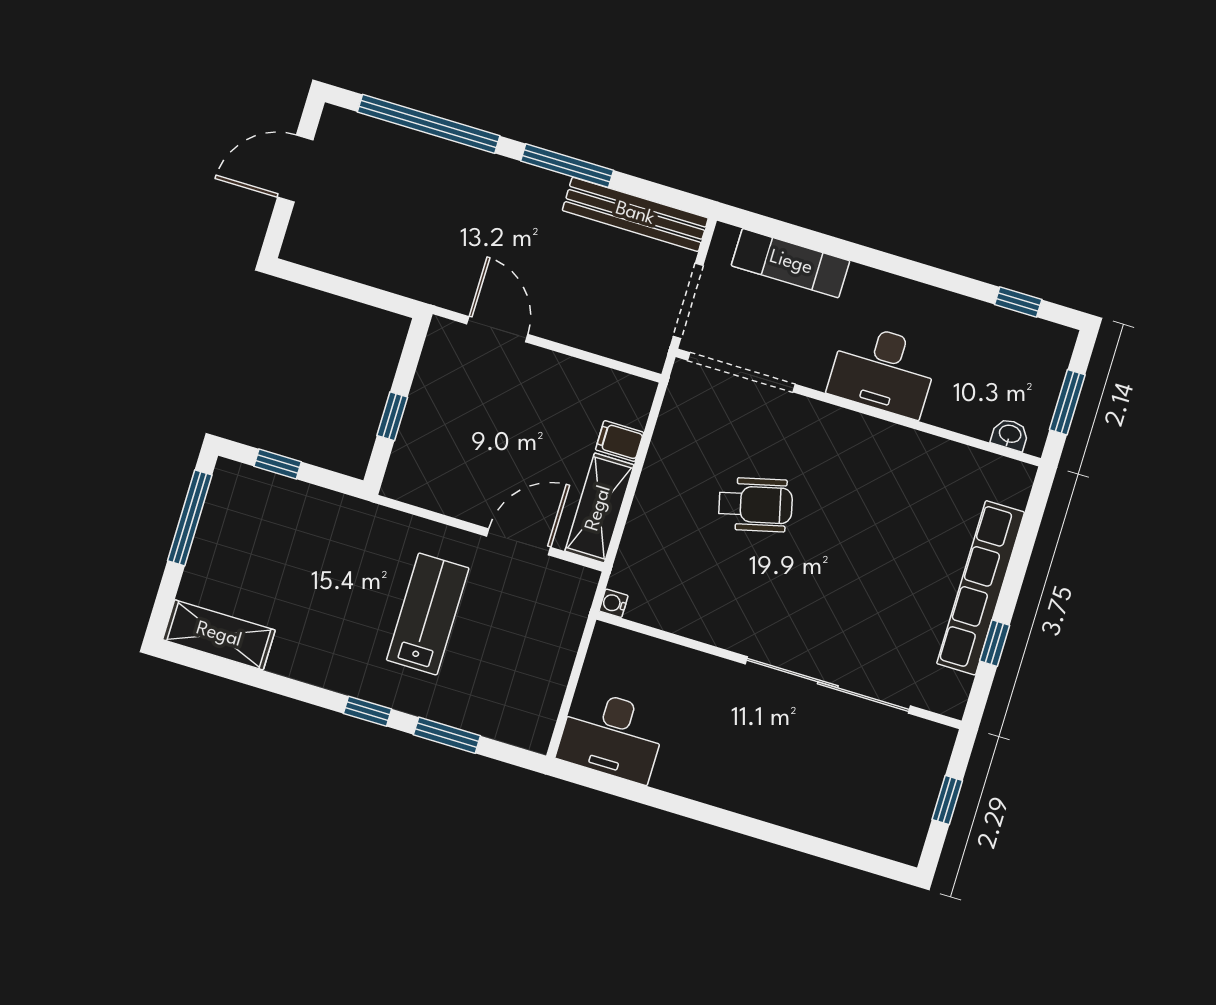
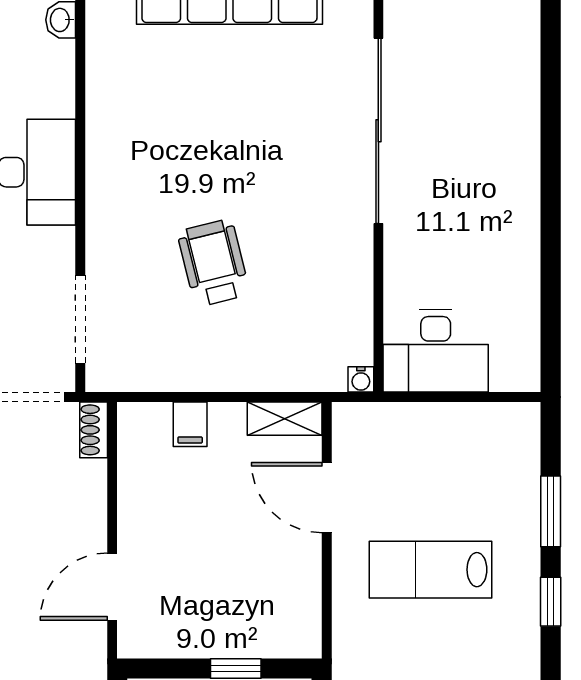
shoe rack: (640, 355) -> (94, 430), added
doorway: (741, 372) -> (80, 319), width x0.73
shelving: (599, 508) -> (285, 419), width x0.67, depth x0.75
desk: (612, 736) -> (436, 351), moved, turned 90

